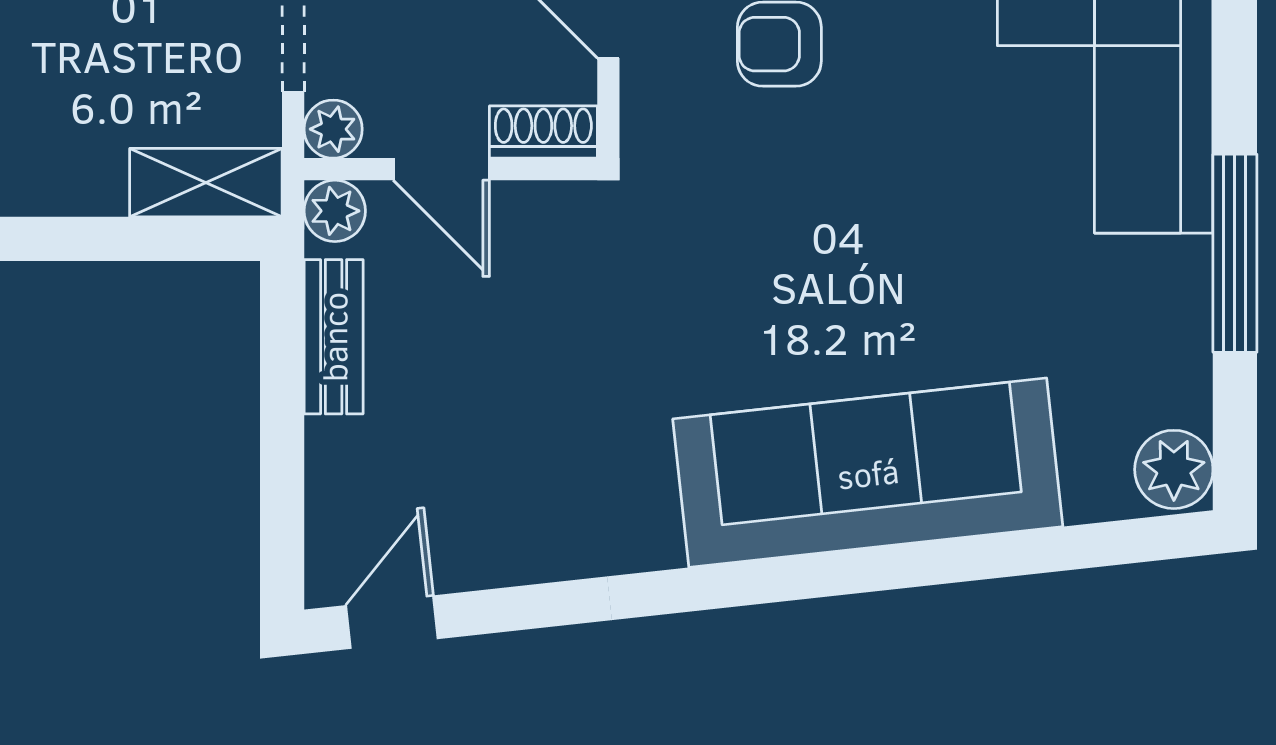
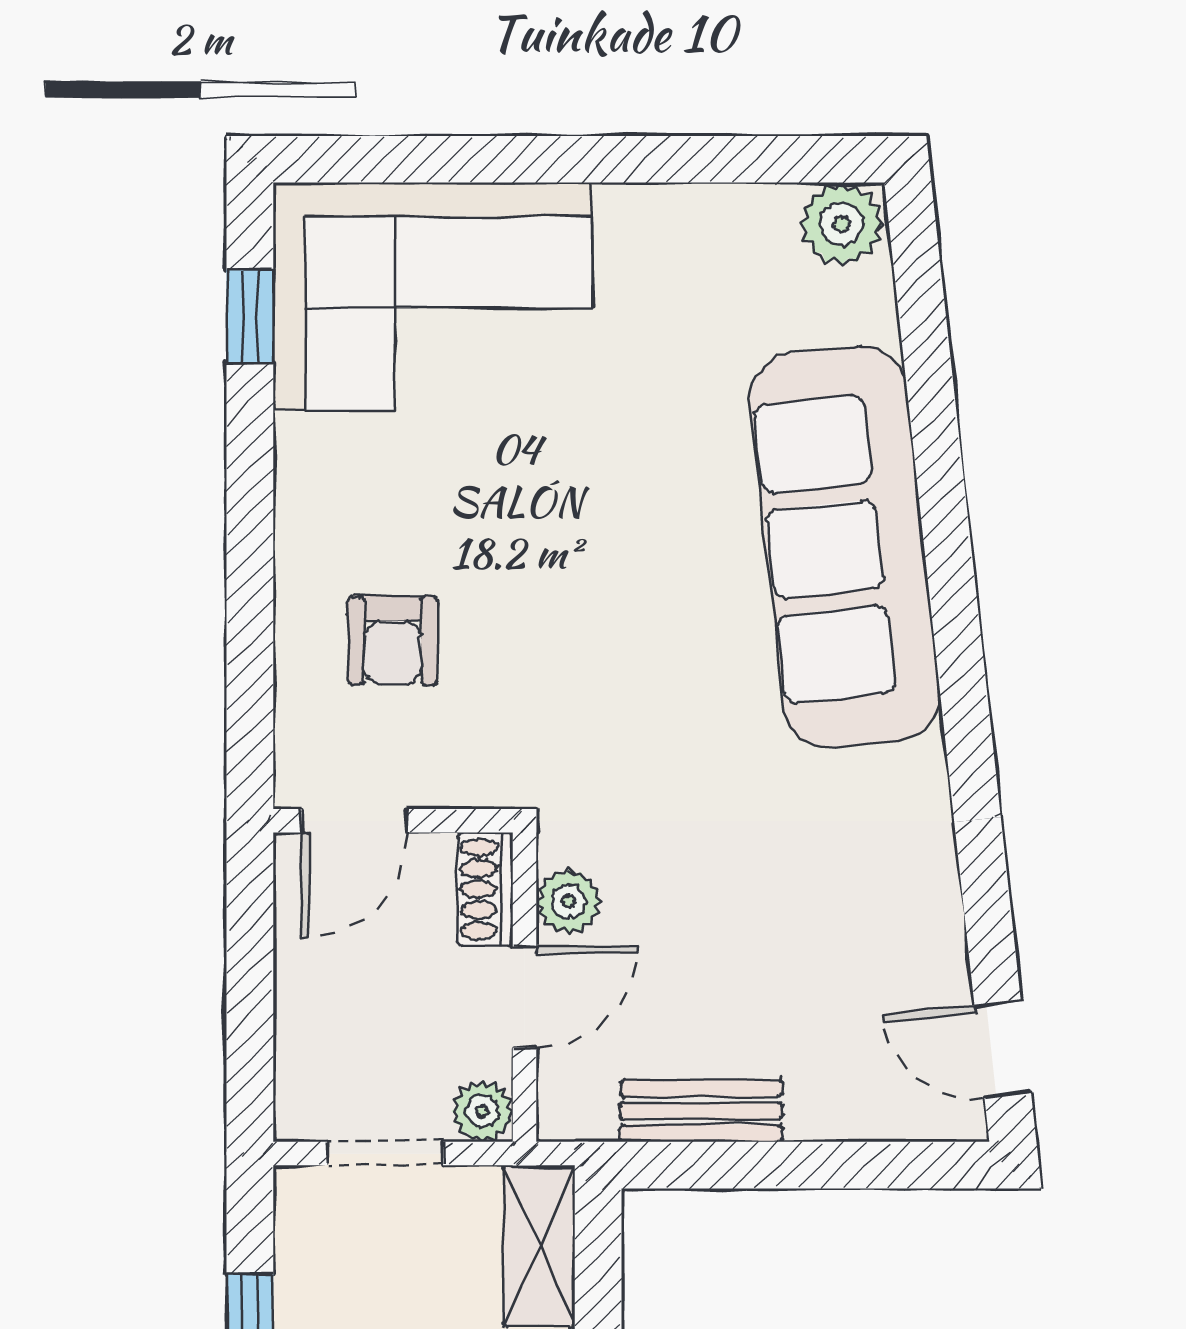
plant: (335, 211) -> (569, 902), moved
window: (1235, 253) -> (613, 159), removed

